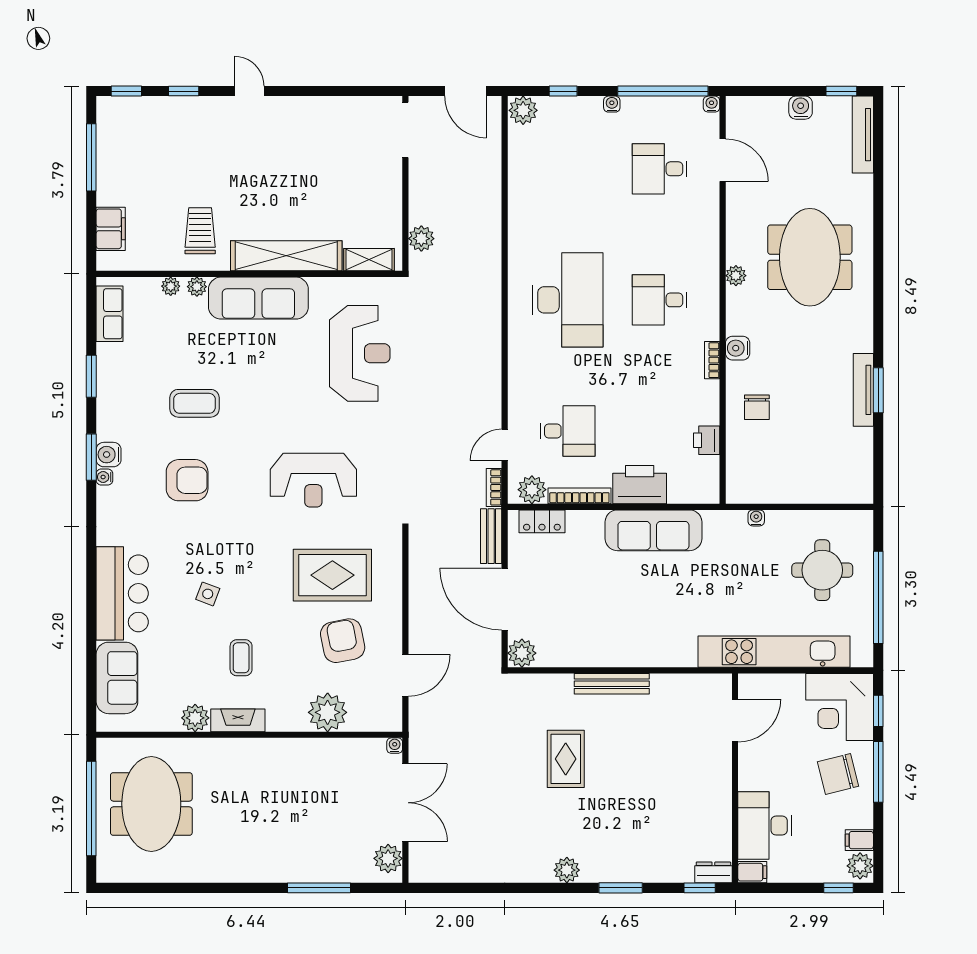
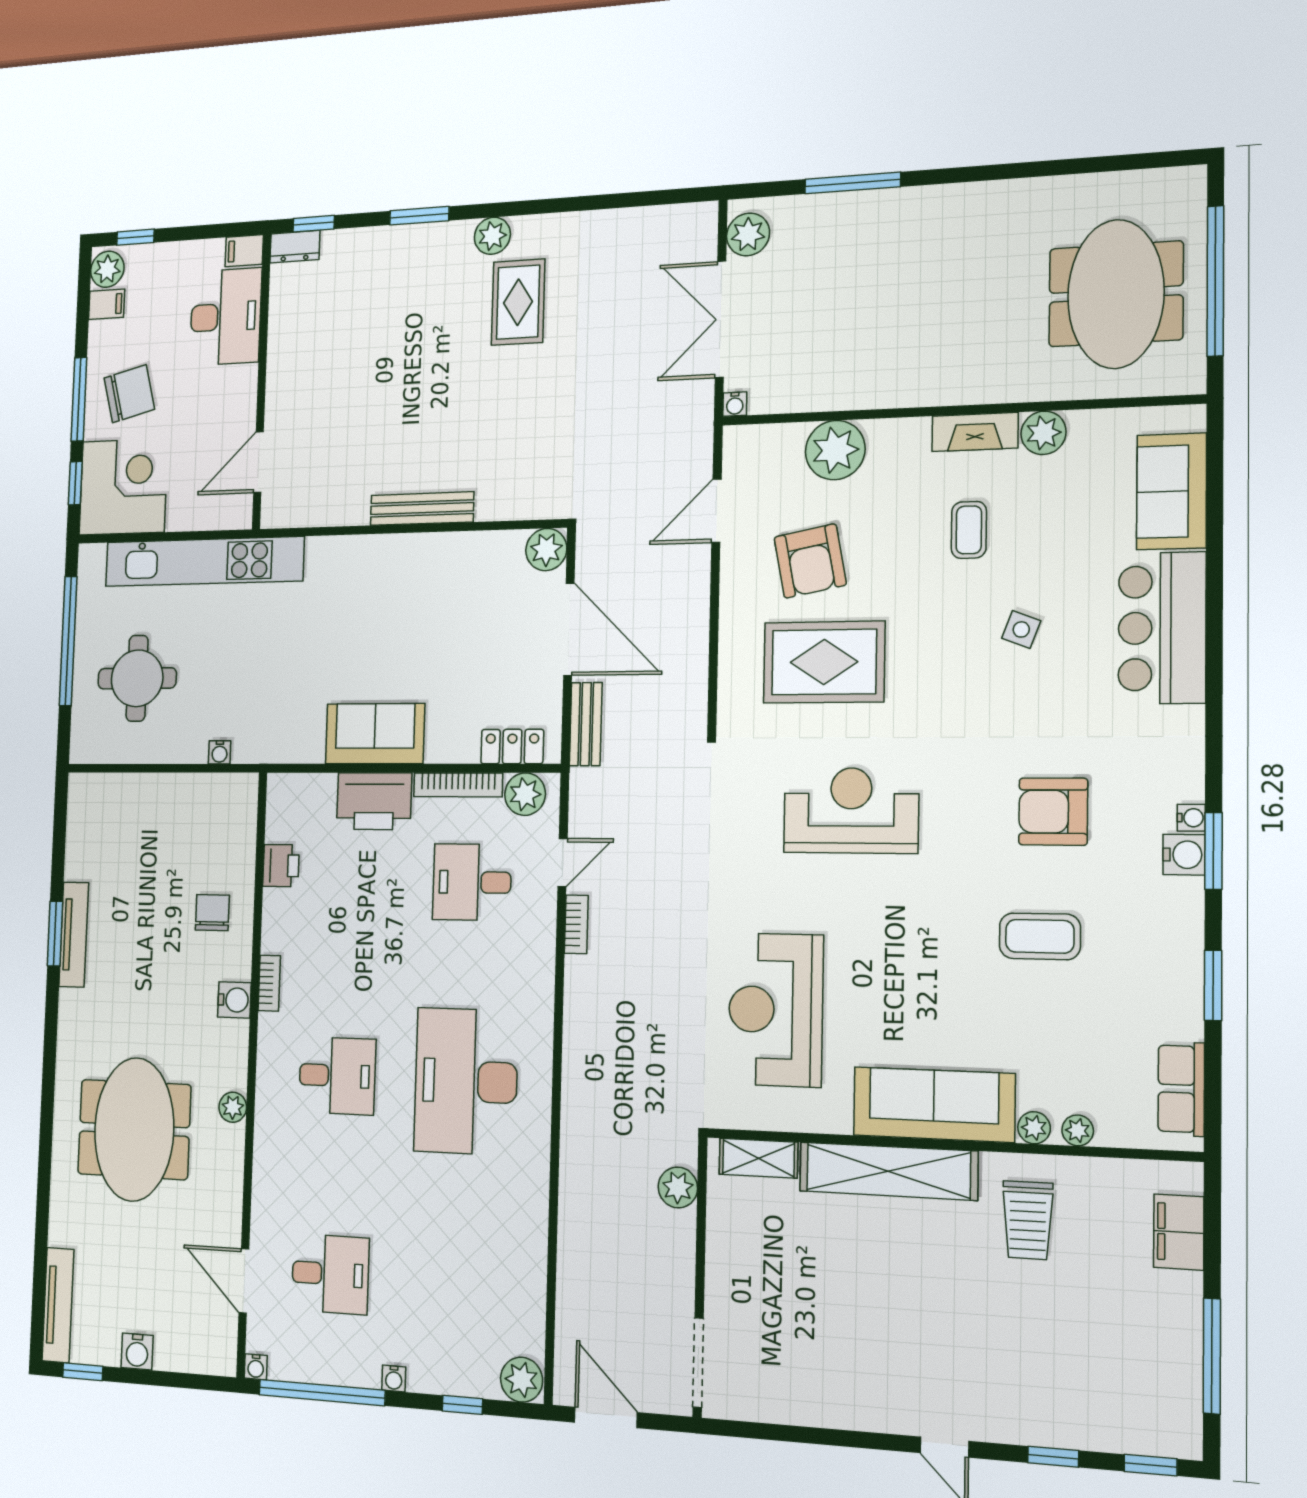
bookcase: (494, 487) -> (576, 924), moved
sofa: (653, 530) -> (375, 734), width x0.73
rug: (566, 759) -> (518, 302), moved

